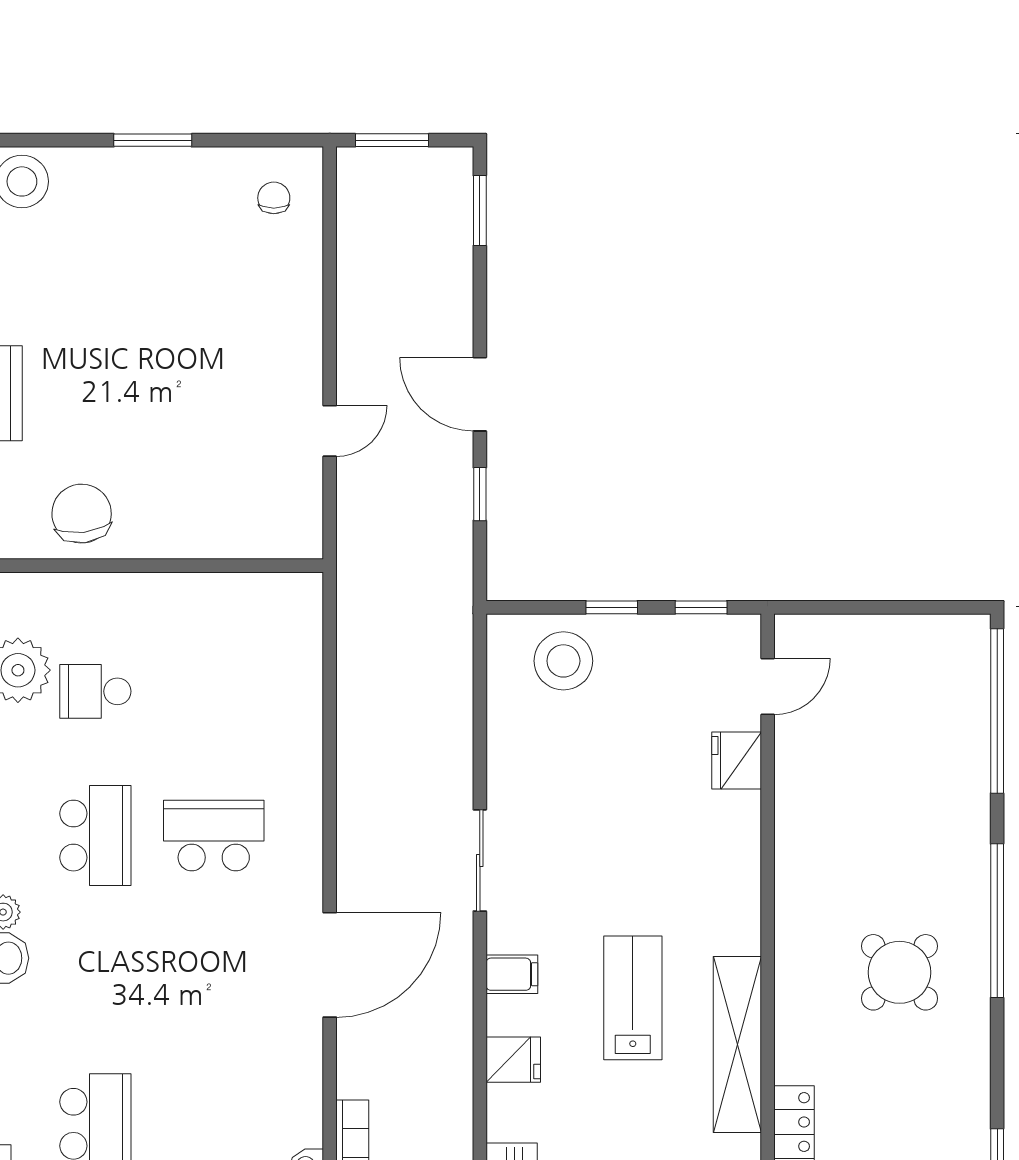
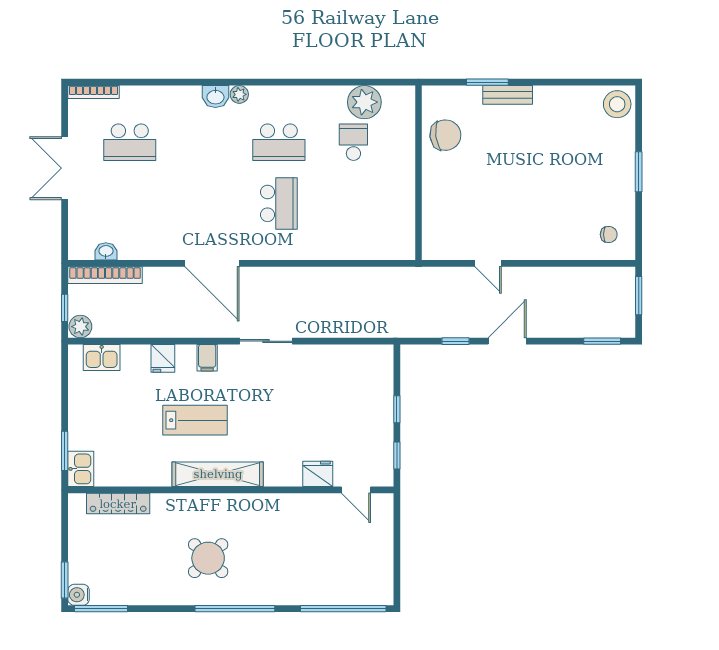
stool: (563, 661) -> (369, 384), removed
shelving: (737, 1044) -> (218, 474), moved

